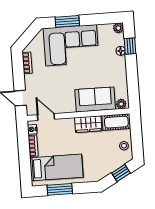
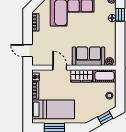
door: (46, 117) -> (60, 68), moved

